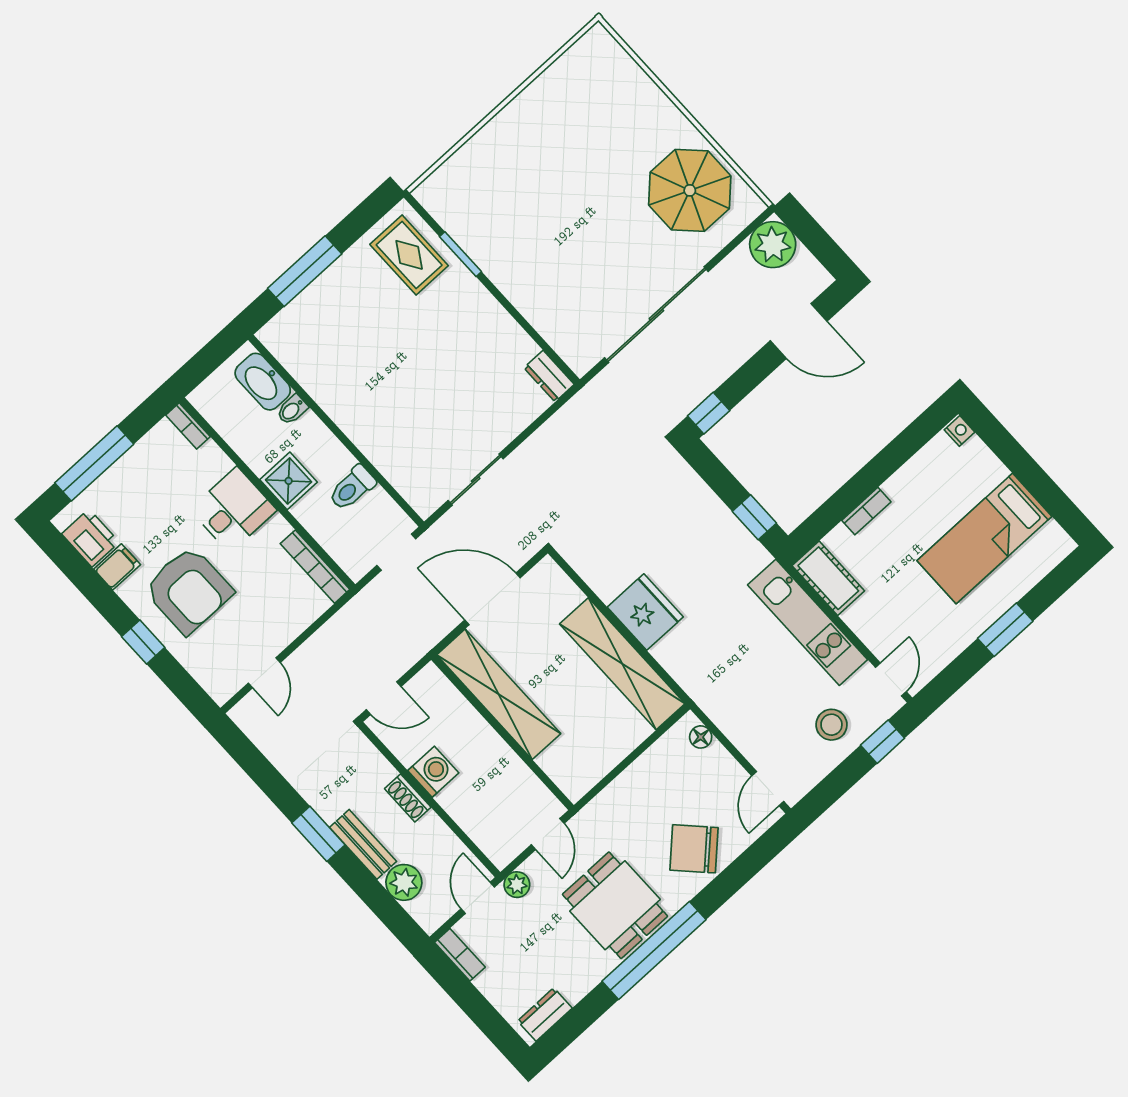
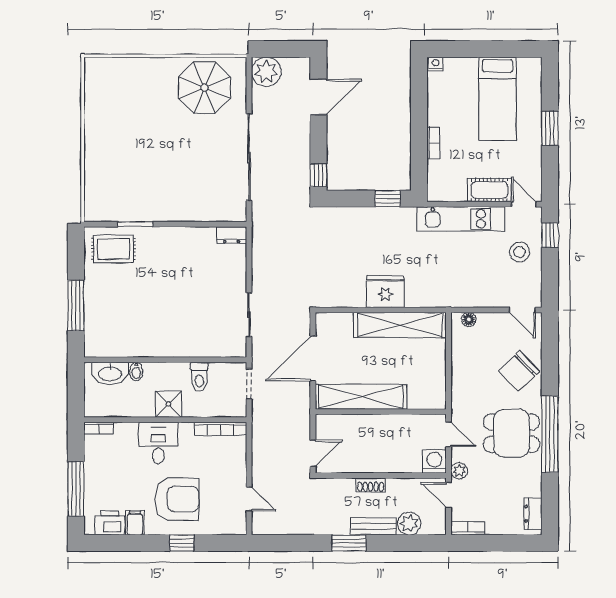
cot: (828, 578) -> (489, 190), moved
washing machine: (433, 772) -> (434, 461), moved

